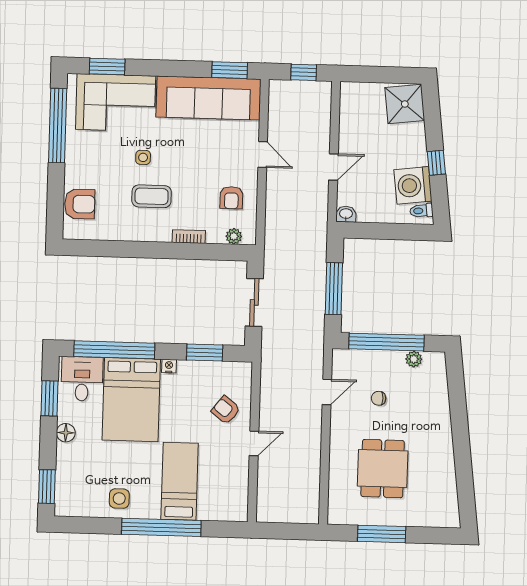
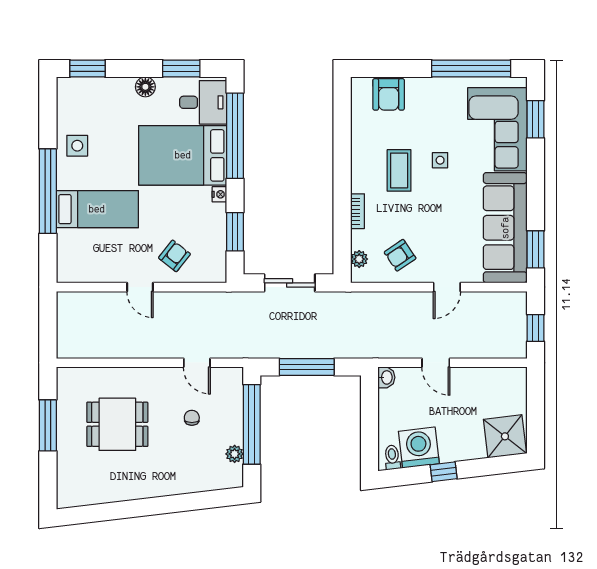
armchair: (231, 198) -> (400, 255), turned -34

